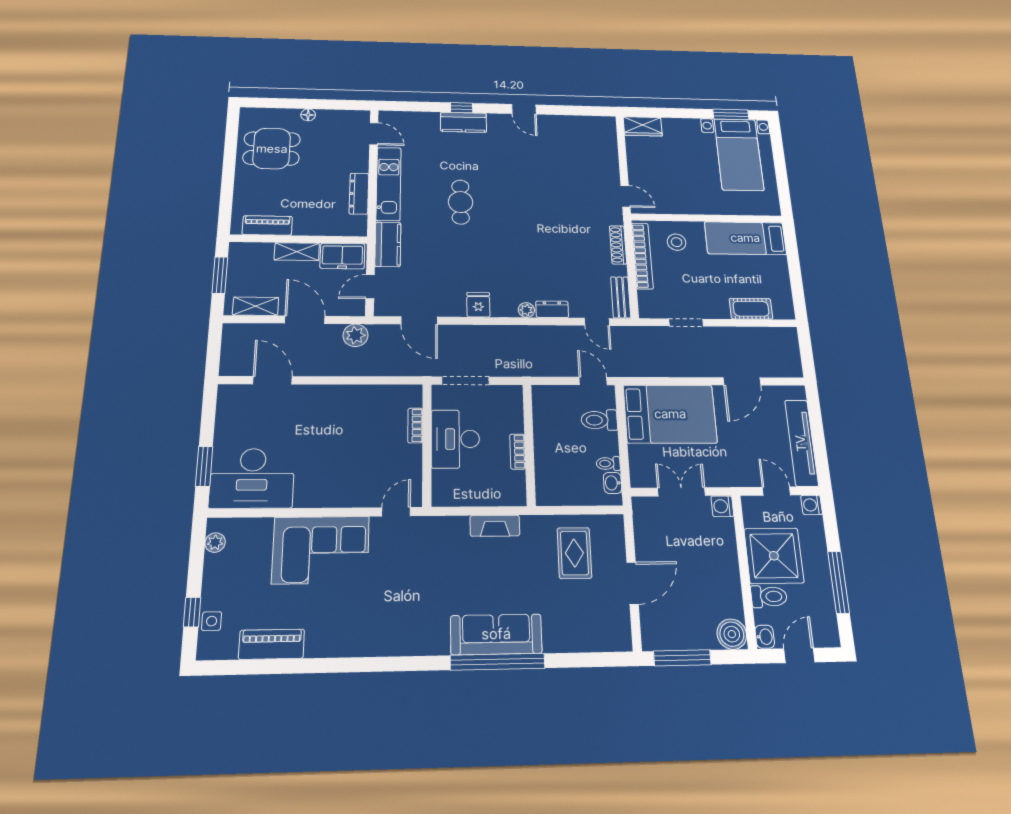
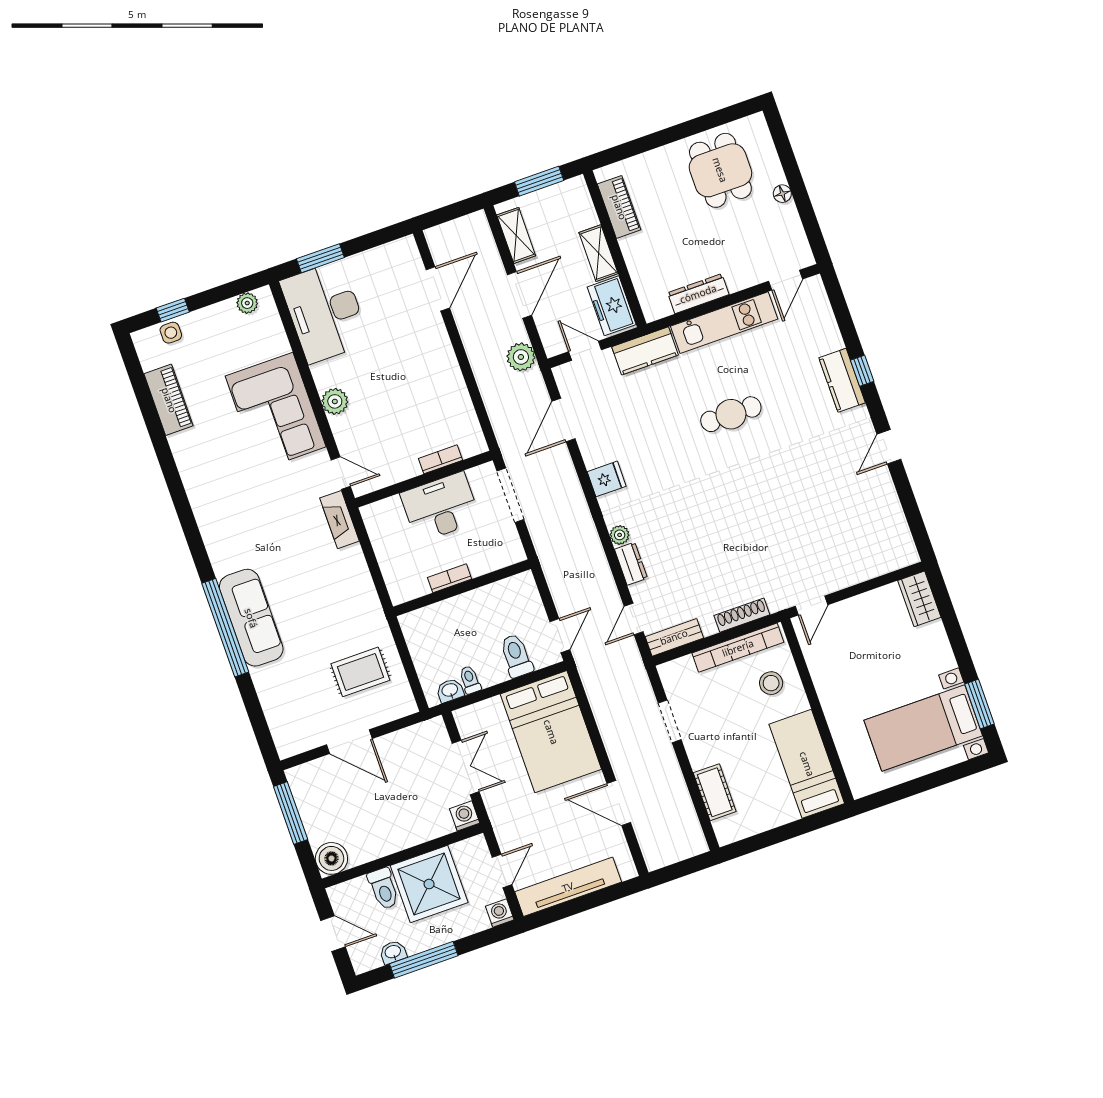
plant: (332, 496) -> (335, 401), added
fireplace: (495, 526) -> (340, 520), moved
washbasin: (765, 637) -> (393, 952), moved, turned 180

